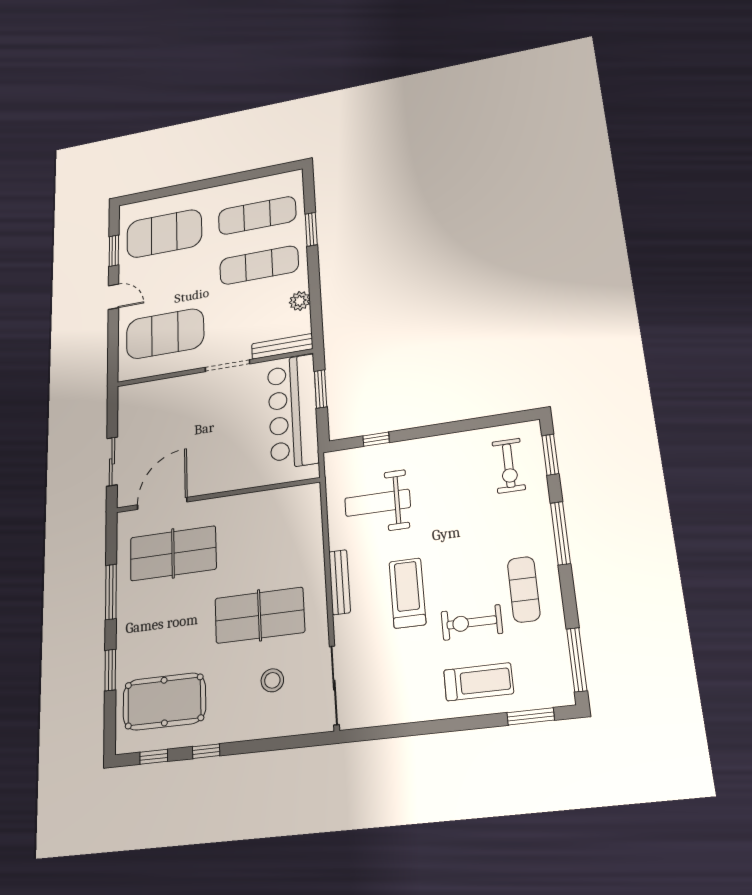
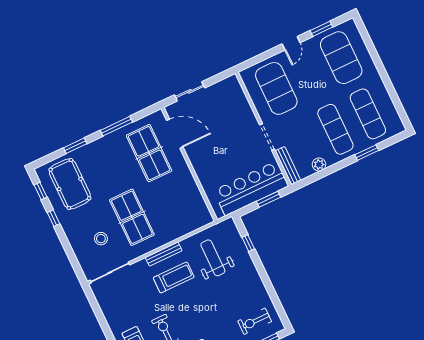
treadmill: (407, 593) -> (174, 277), moved

